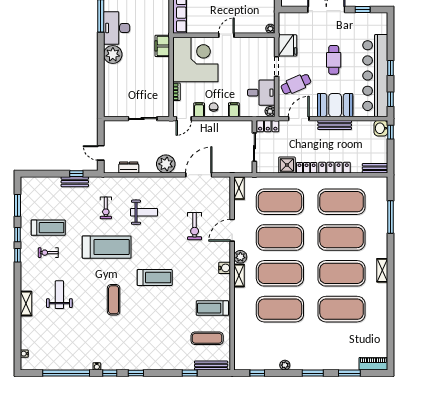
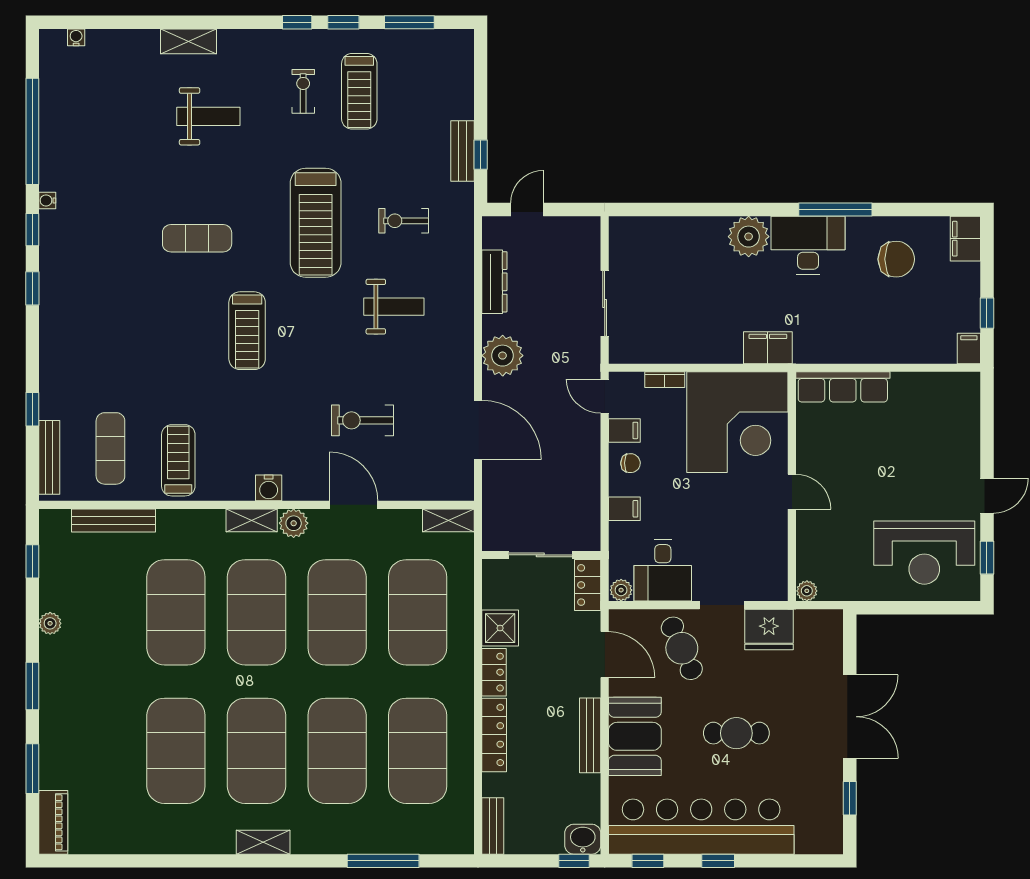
dresser: (129, 168) -> (494, 282), width x1.44
weight bench: (144, 212) -> (394, 307), turned -90
bench: (239, 337) -> (113, 521), added

